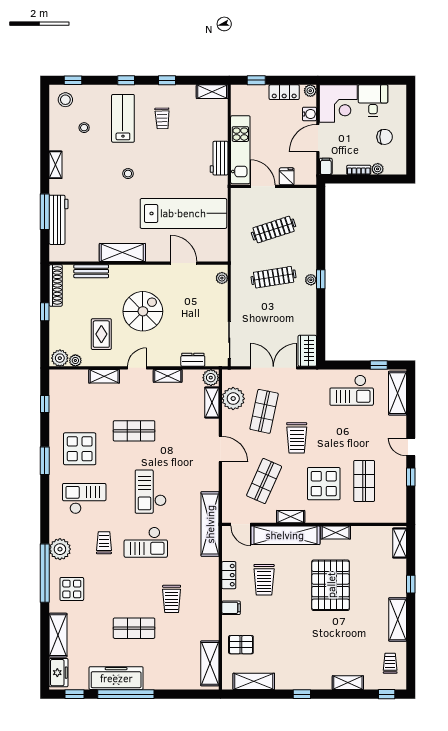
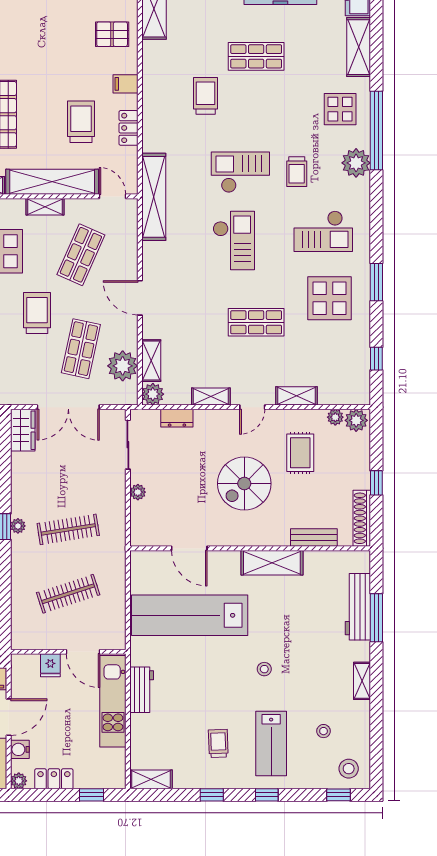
plant: (222, 278) -> (138, 492), moved

